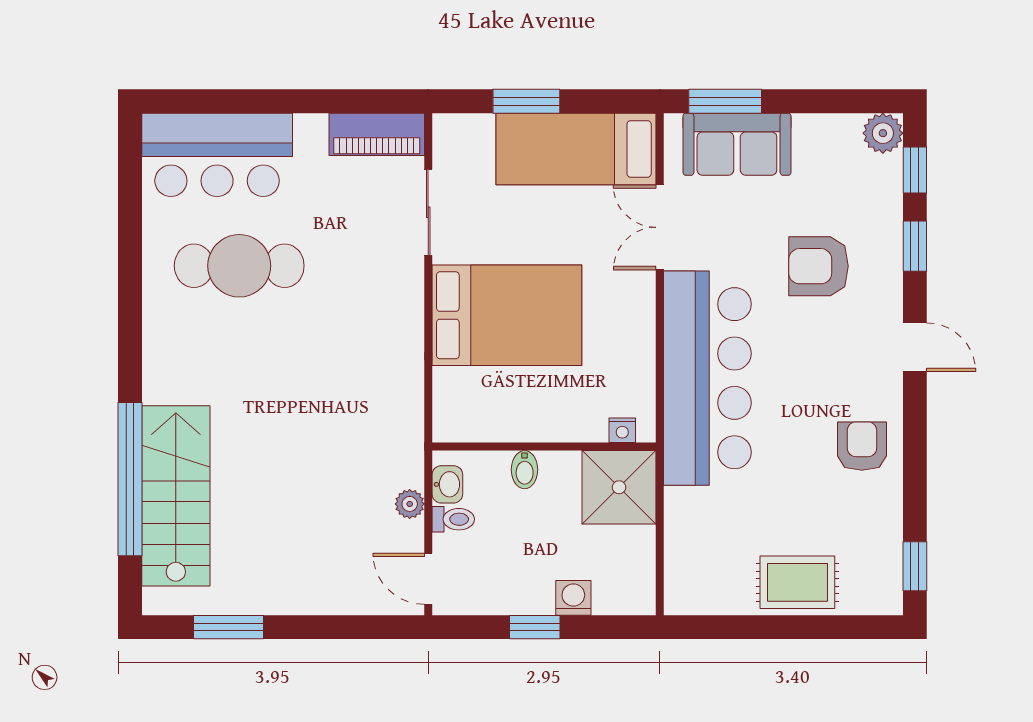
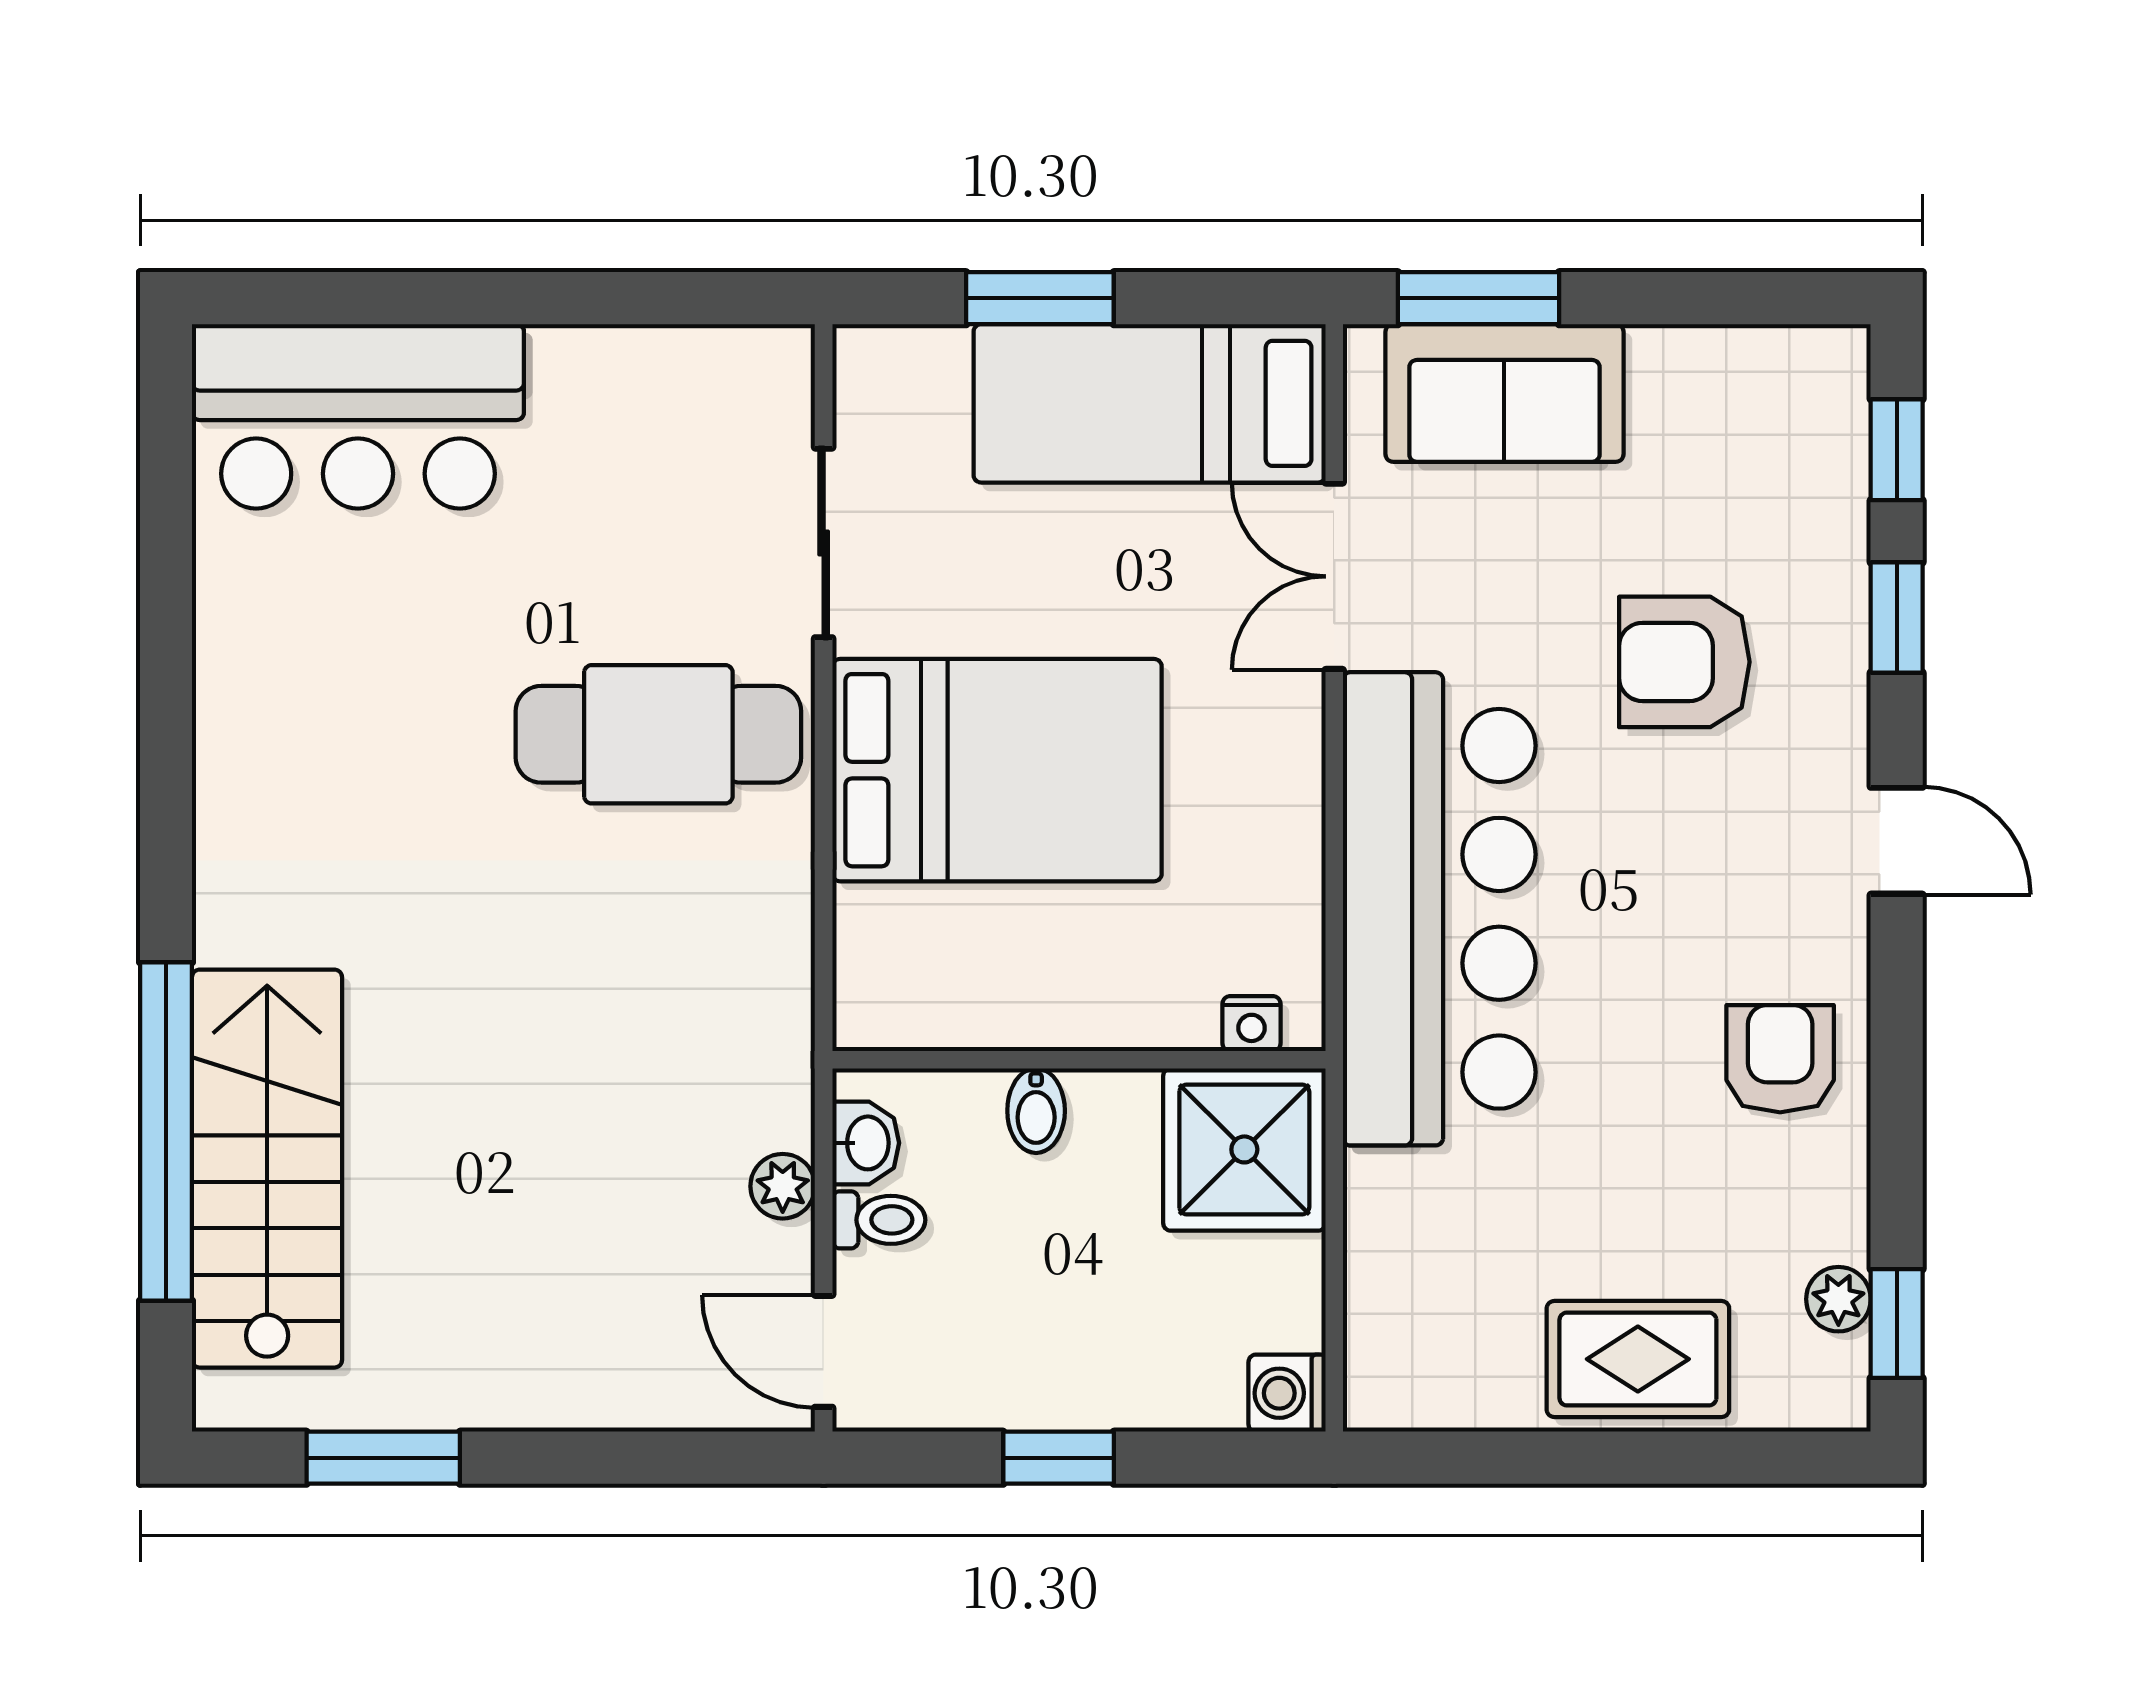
plant: (883, 133) -> (1838, 1299), moved, width x0.73, depth x0.73
piano: (377, 134) -> (710, 371), removed
cafe table: (239, 266) -> (658, 734), moved
washing machine: (573, 598) -> (1287, 1393), moved, turned -90

